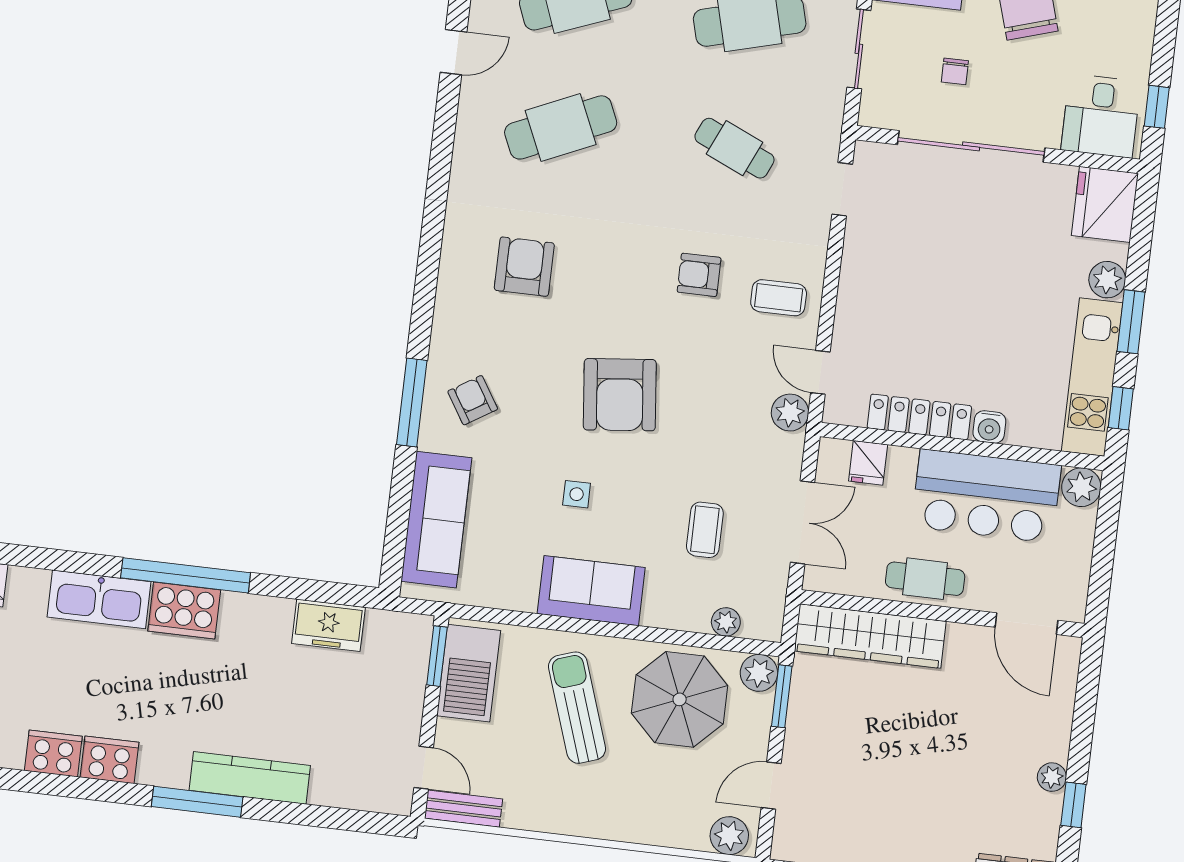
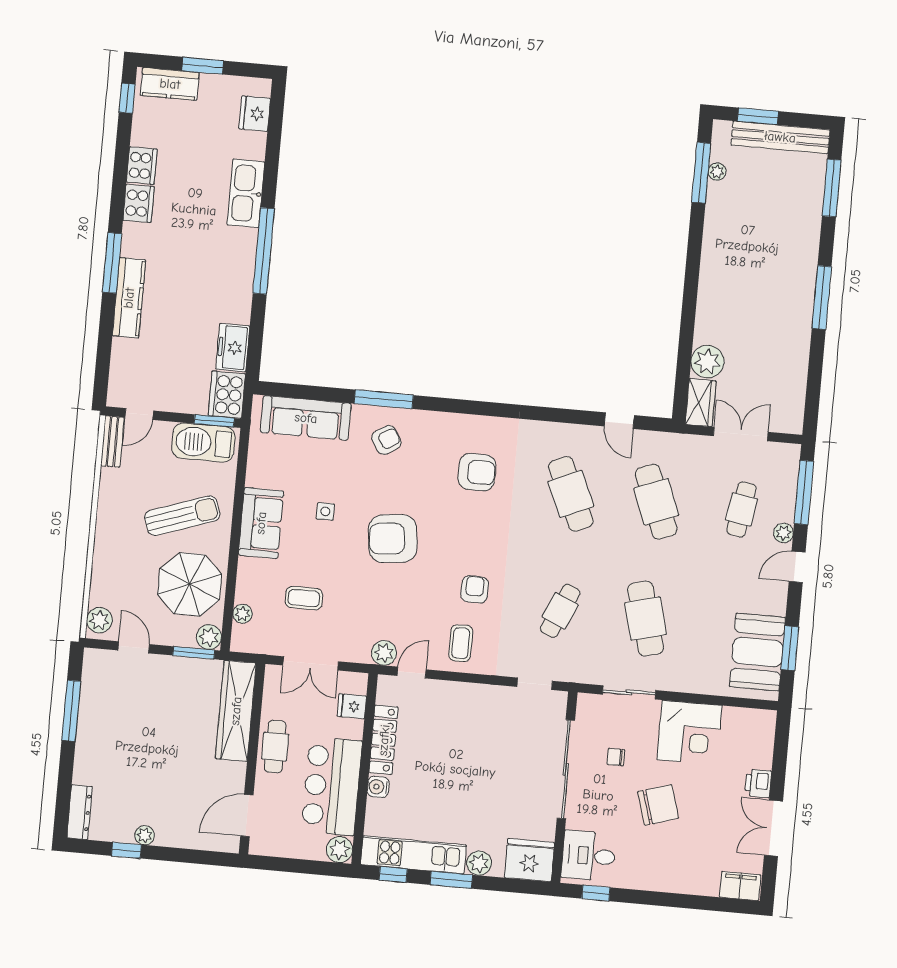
cooker: (184, 611) -> (227, 395), moved

